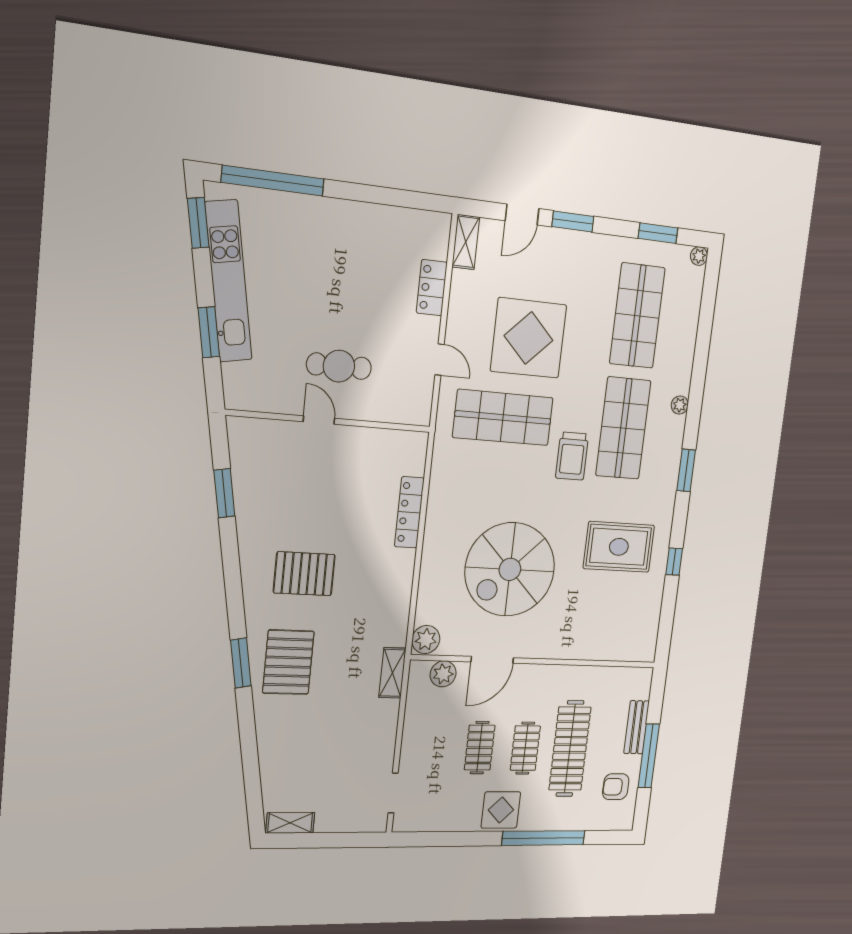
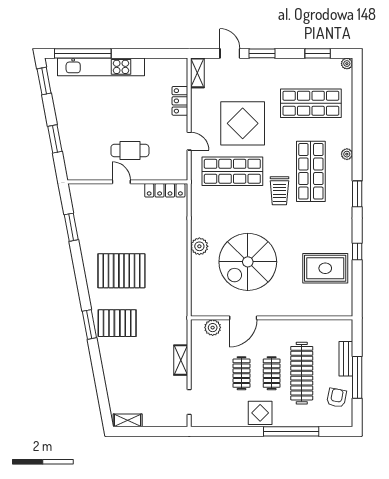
door: (522, 215) -> (230, 53), swing flipped
kitchen unit: (229, 281) -> (101, 67), moved, turned 101
shop shelf: (637, 316) -> (311, 103), turned 90
locker: (409, 512) -> (165, 190), moved, turned -90
rug: (619, 547) -> (325, 268), moved
pallet: (304, 574) -> (121, 271), width x1.37, depth x1.41
plant: (426, 640) -> (199, 246), moved
pallet: (288, 662) -> (117, 323), turned 90
shelving: (392, 673) -> (181, 360), moved
armchair: (616, 787) -> (337, 398), turned 101

